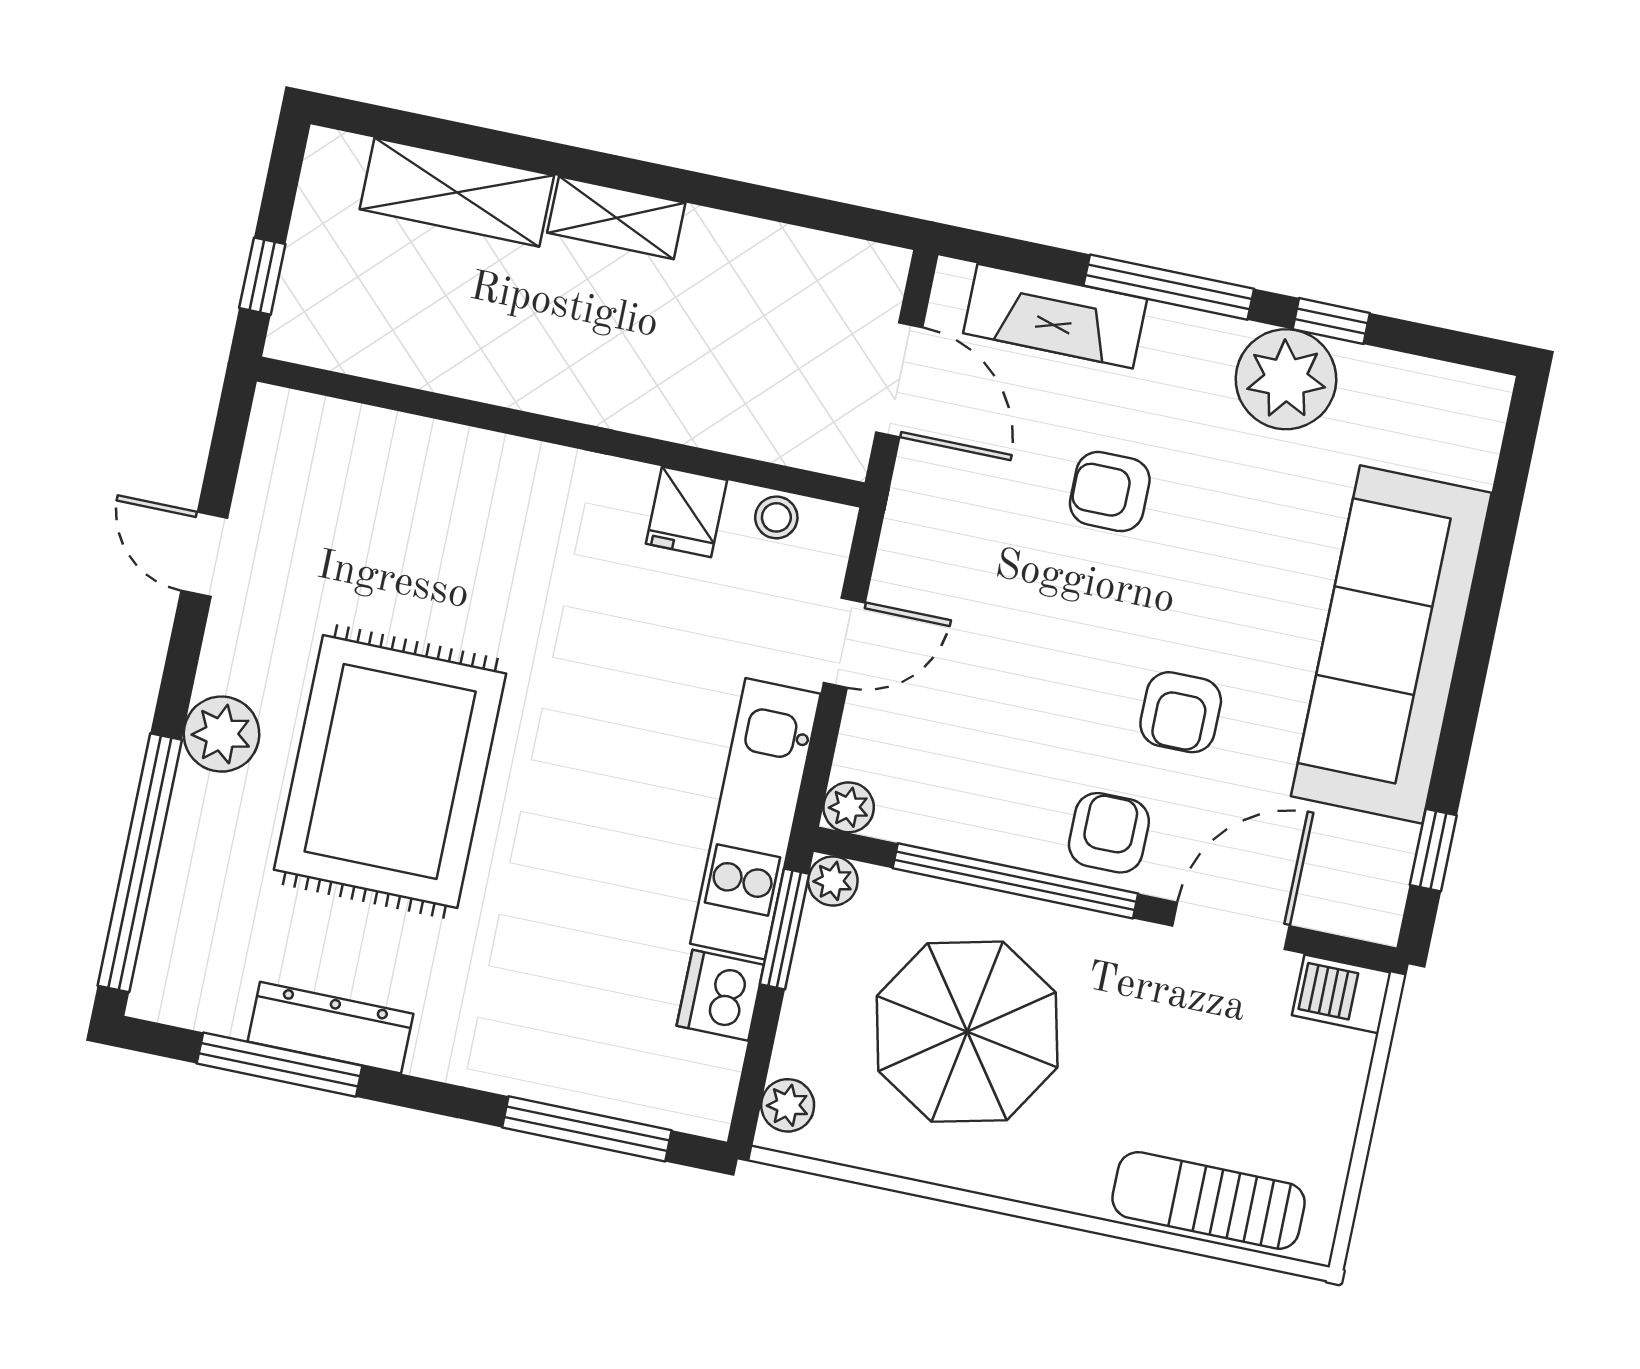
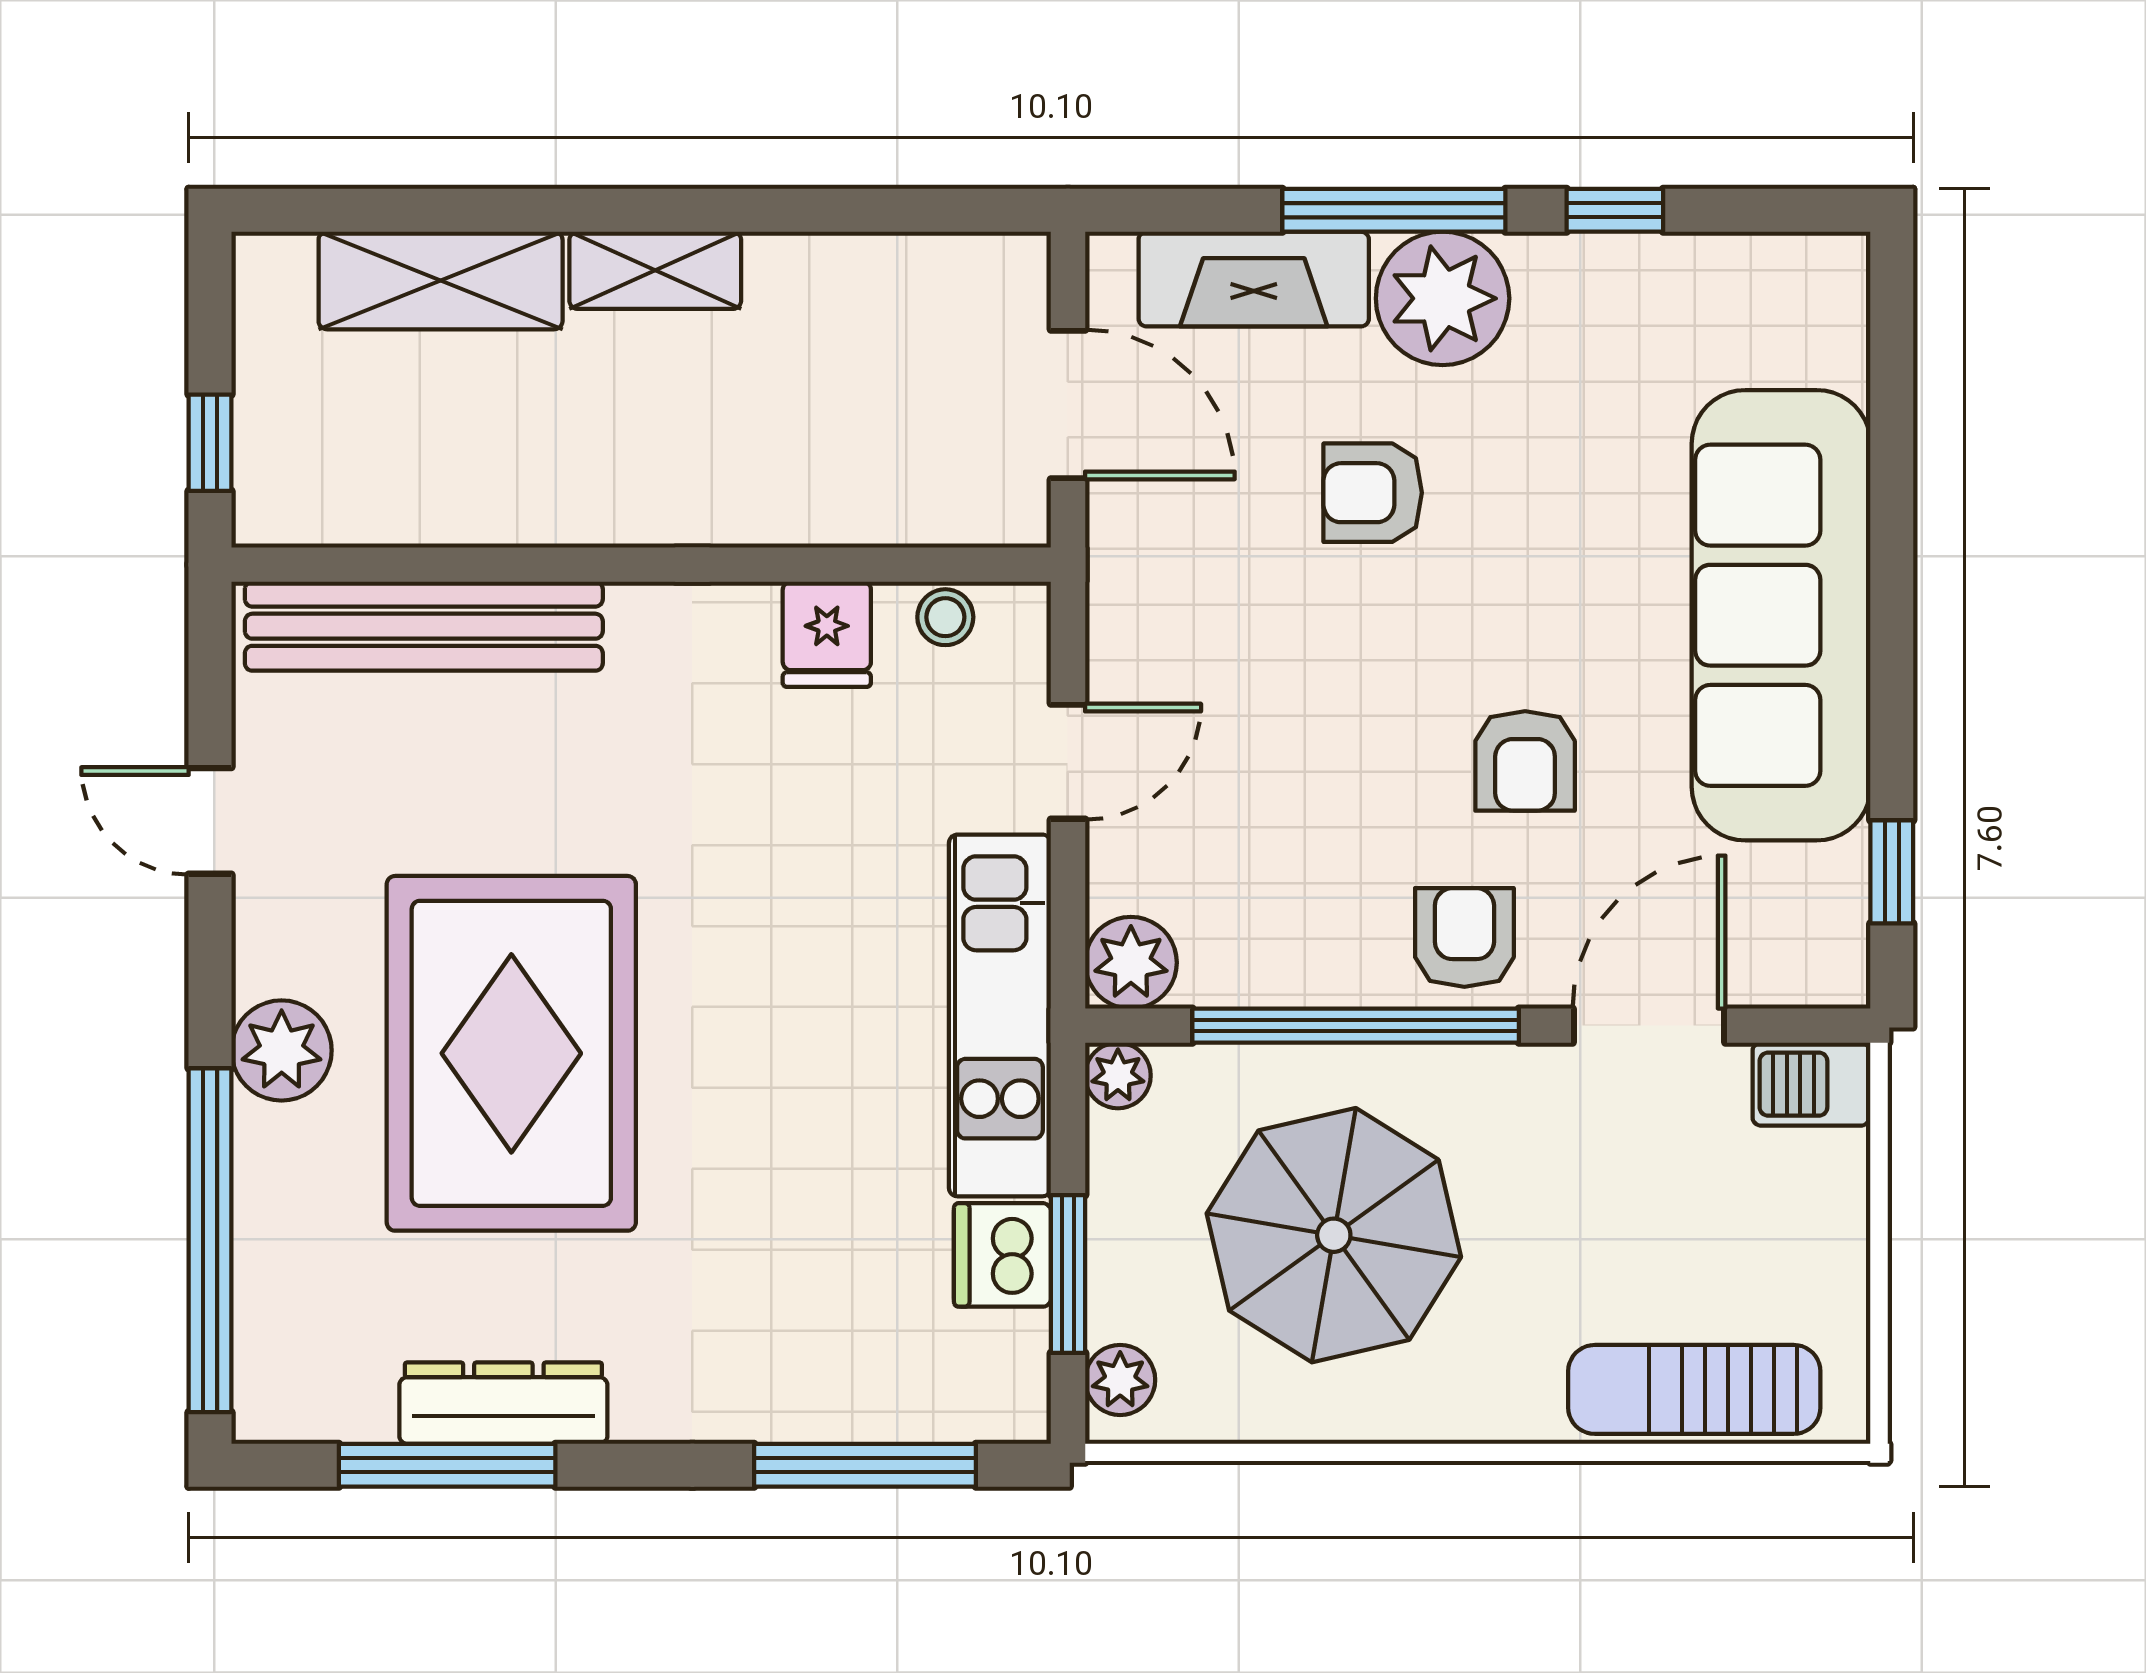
plant: (1286, 379) -> (1443, 298), moved
bench: (391, 444) -> (424, 626), added
plant: (849, 807) -> (1131, 963), width x1.38, depth x1.38
window: (785, 929) -> (1068, 1274), moved

